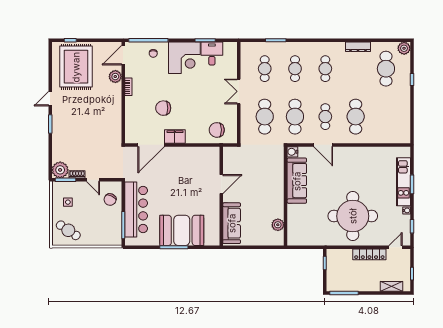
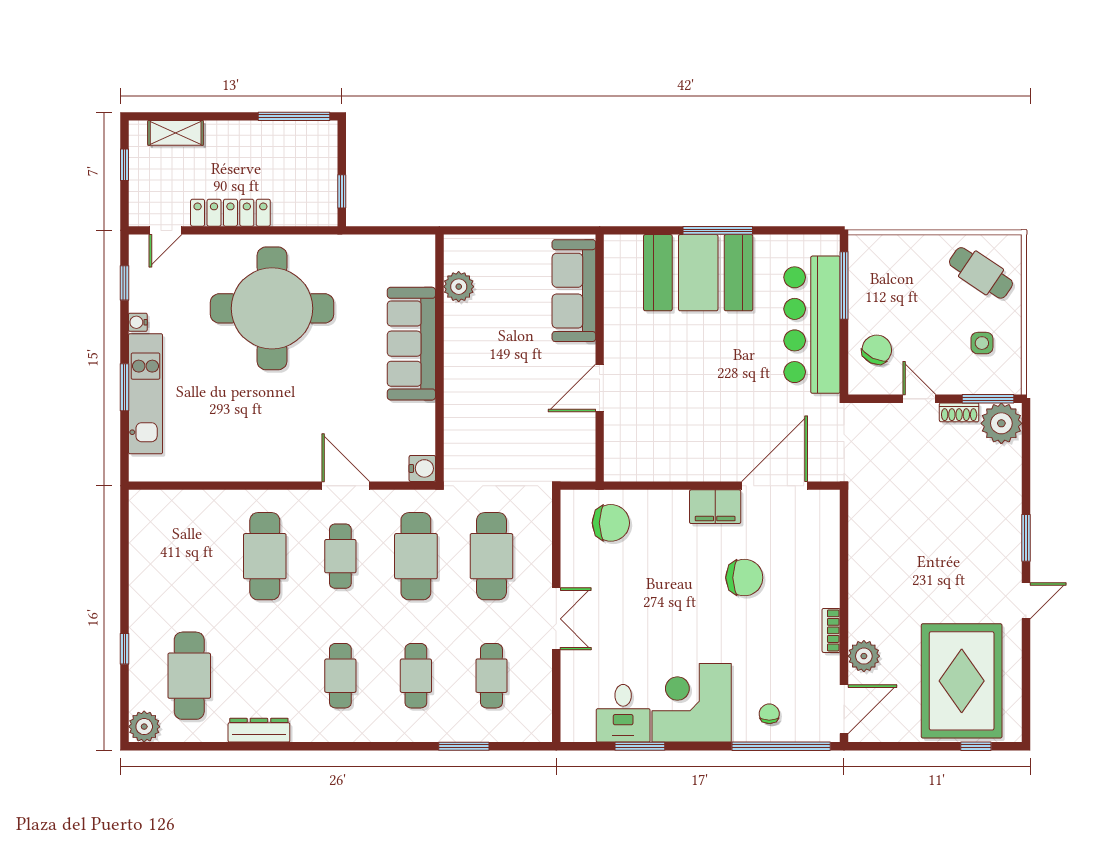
sofa: (297, 181) -> (411, 344), moved

